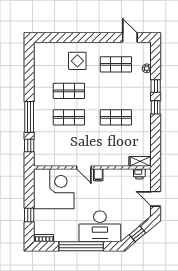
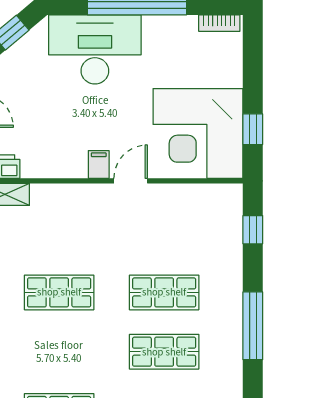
window: (29, 117) -> (253, 326), moved
door: (84, 167) -> (131, 181), hinge flipped
window: (29, 215) -> (253, 129), moved

